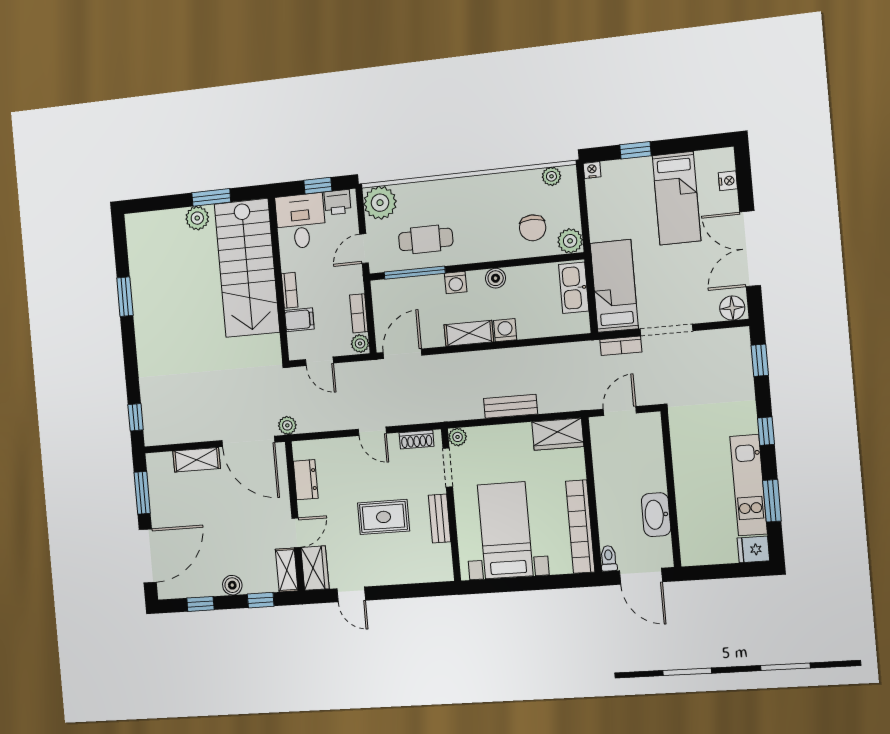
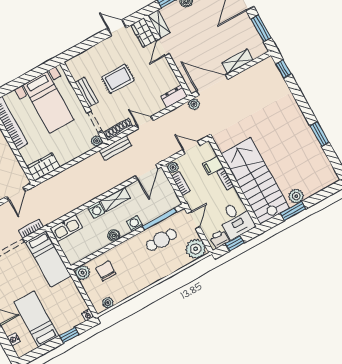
kitchen sink: (574, 288) -> (66, 228), moved, turned 90
bench: (511, 406) -> (116, 148), moved
shoe rack: (417, 439) -> (118, 129), width x1.43
dresser: (306, 480) -> (174, 96), moved, turned 90

